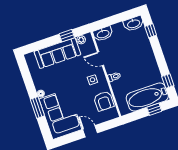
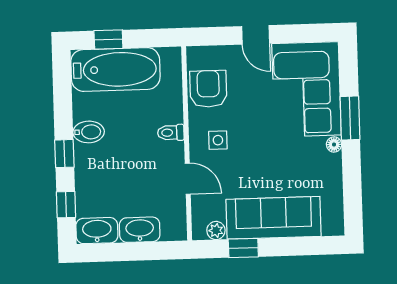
washbasin: (103, 34) -> (140, 230), moved
bidet: (151, 66) -> (89, 132), added
window: (168, 81) -> (64, 154), moved

